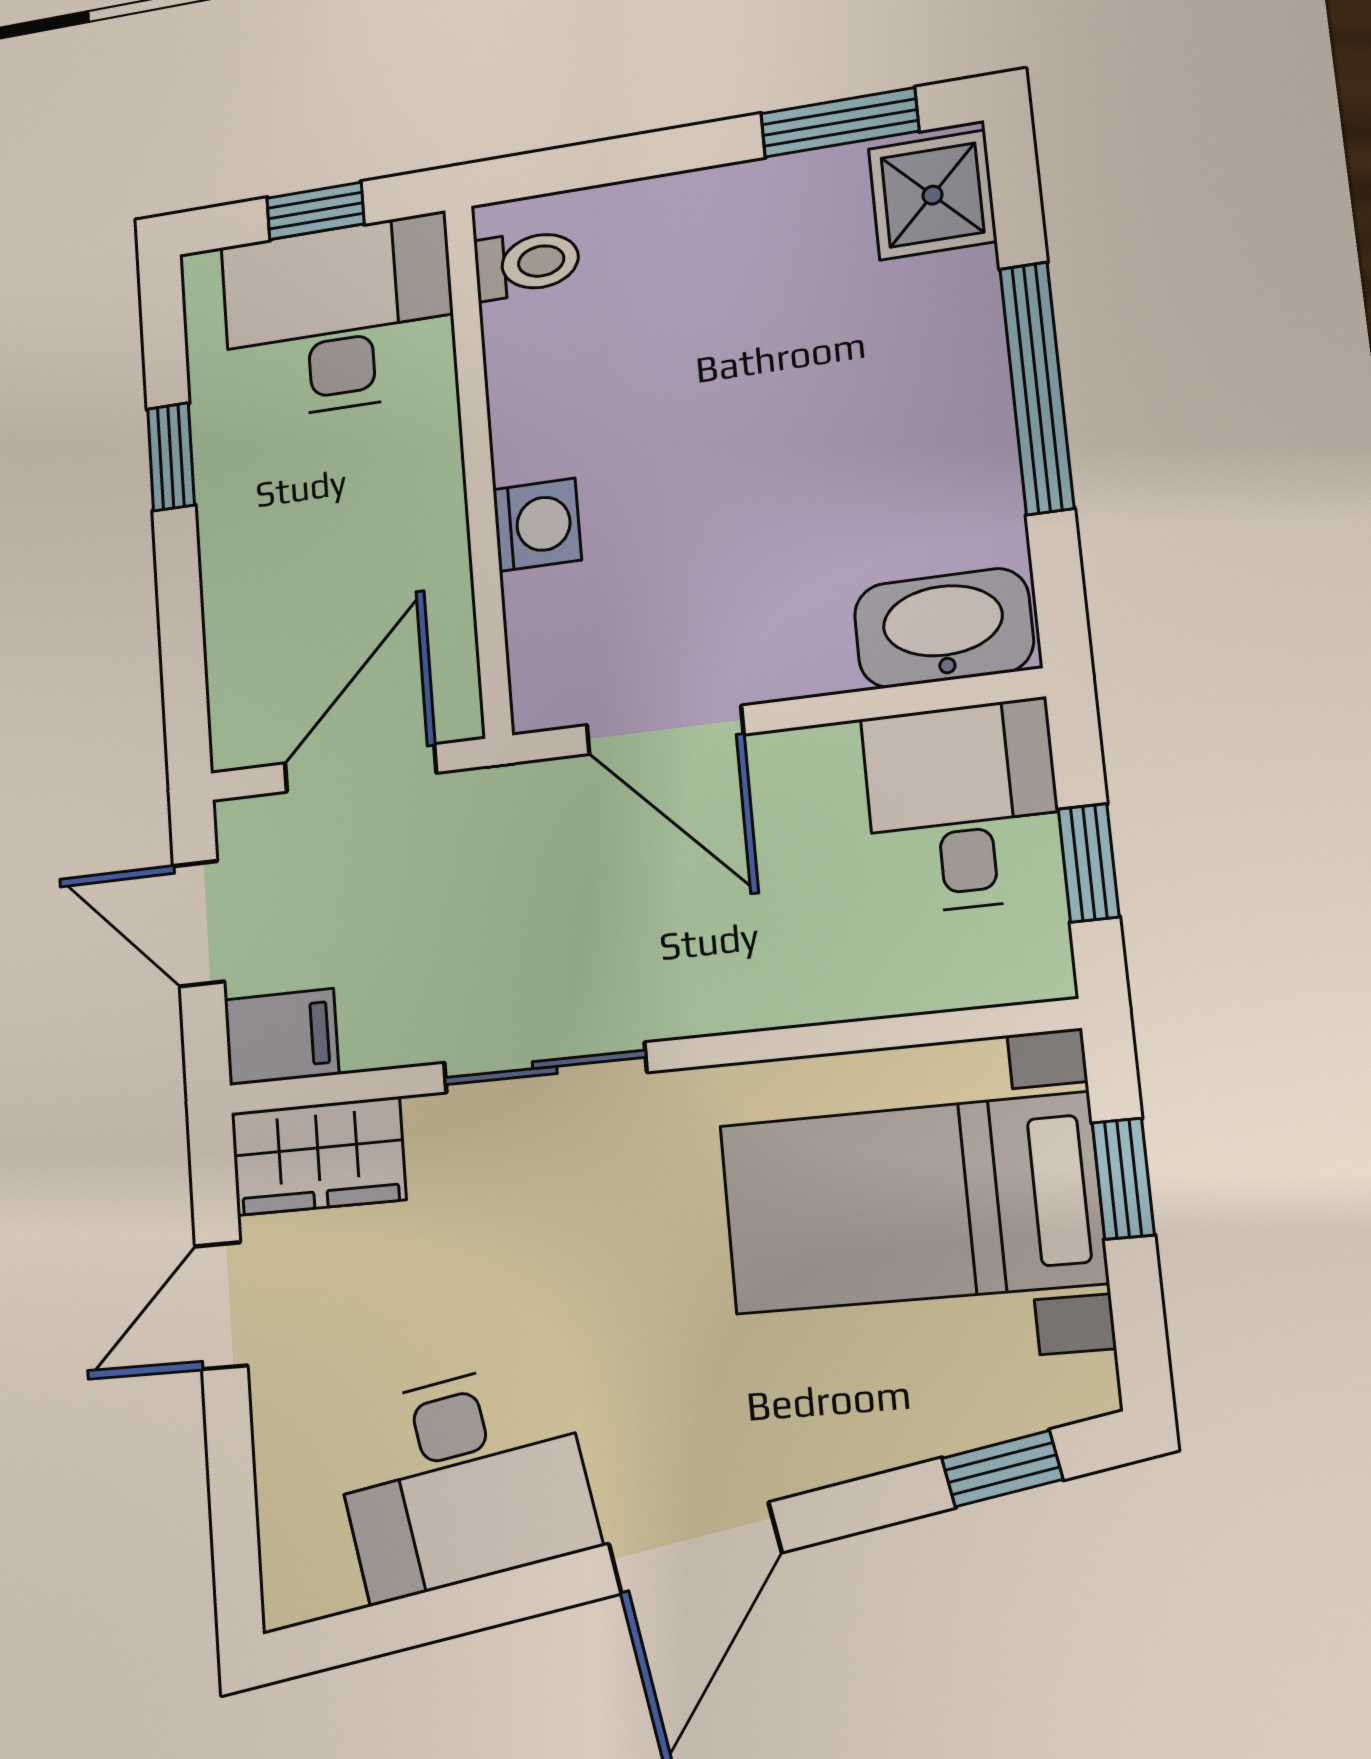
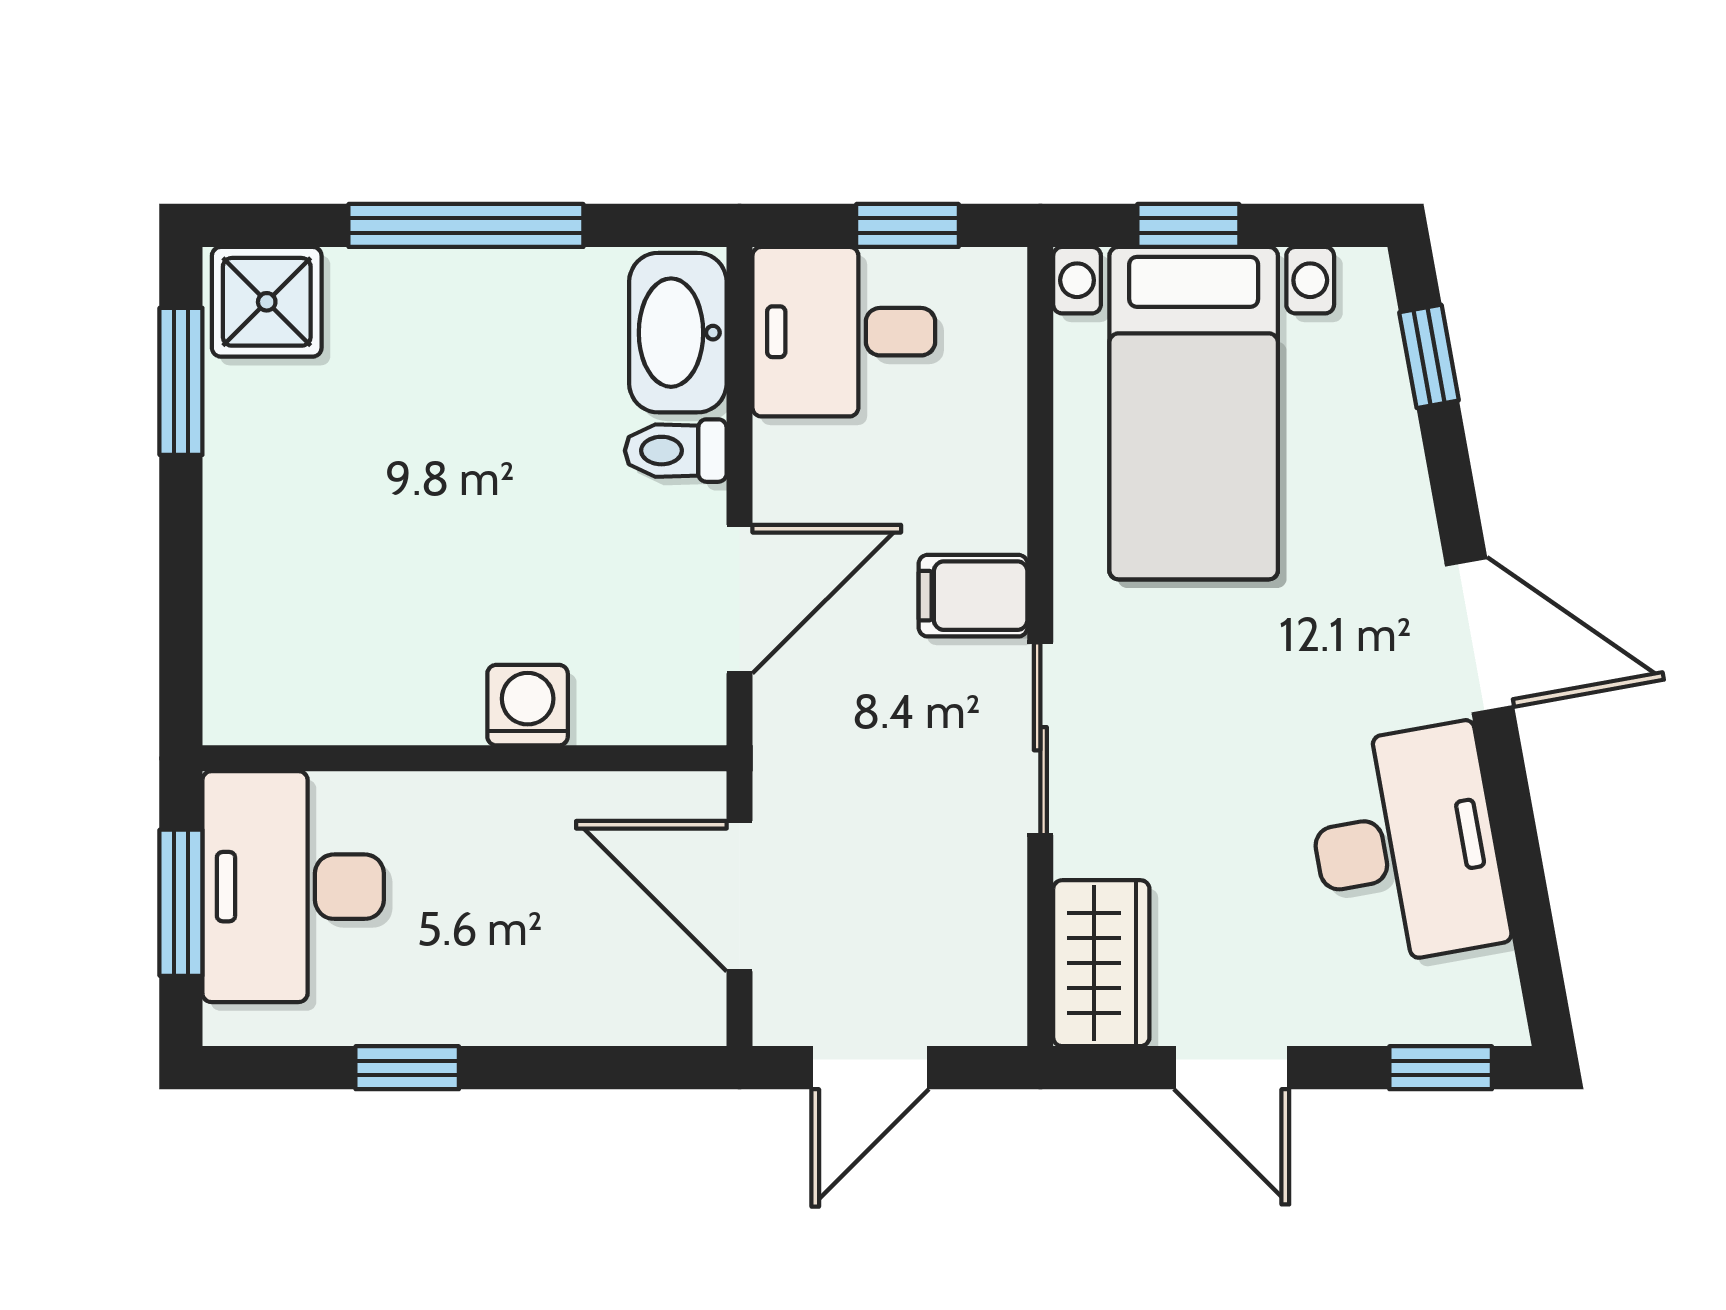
window: (315, 211) -> (181, 903), width x1.50
toilet: (527, 263) -> (676, 451), moved, turned -90
filing cabinet: (281, 1037) -> (973, 596), moved, turned -90
window: (235, 1534) -> (1441, 1068), added

